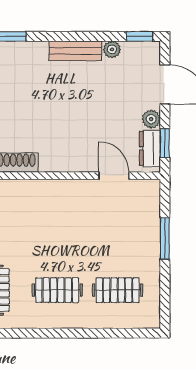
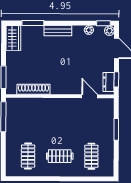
bench: (75, 51) -> (58, 31), moved
plant: (151, 119) -> (109, 31), moved
clothes rail: (118, 290) -> (91, 156), turned 90

